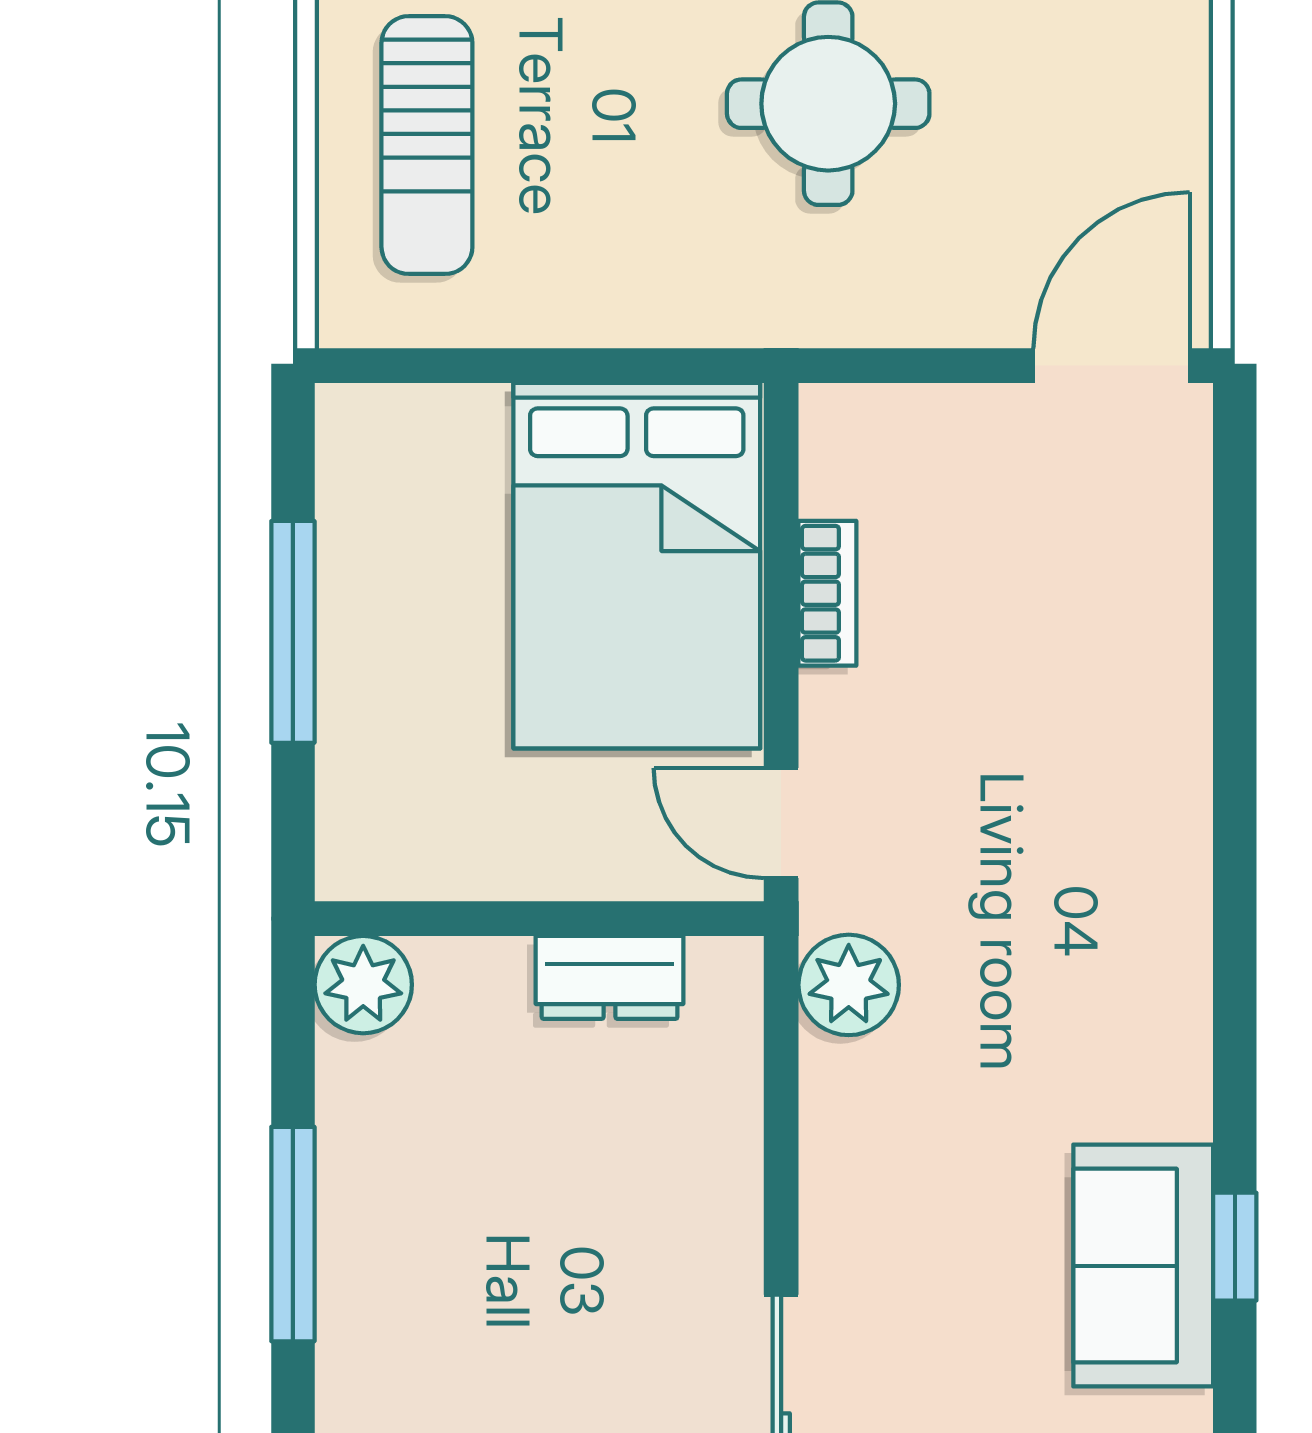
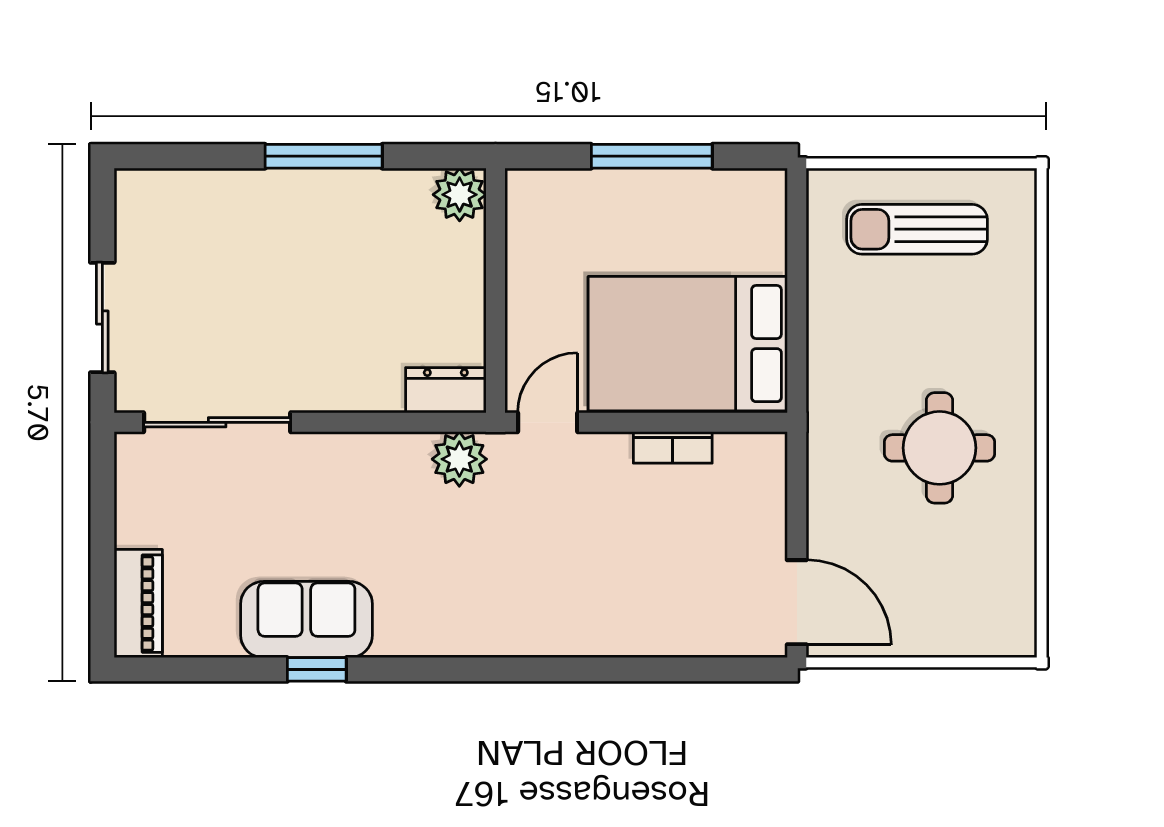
dresser: (610, 977) -> (446, 390), moved, turned 90

